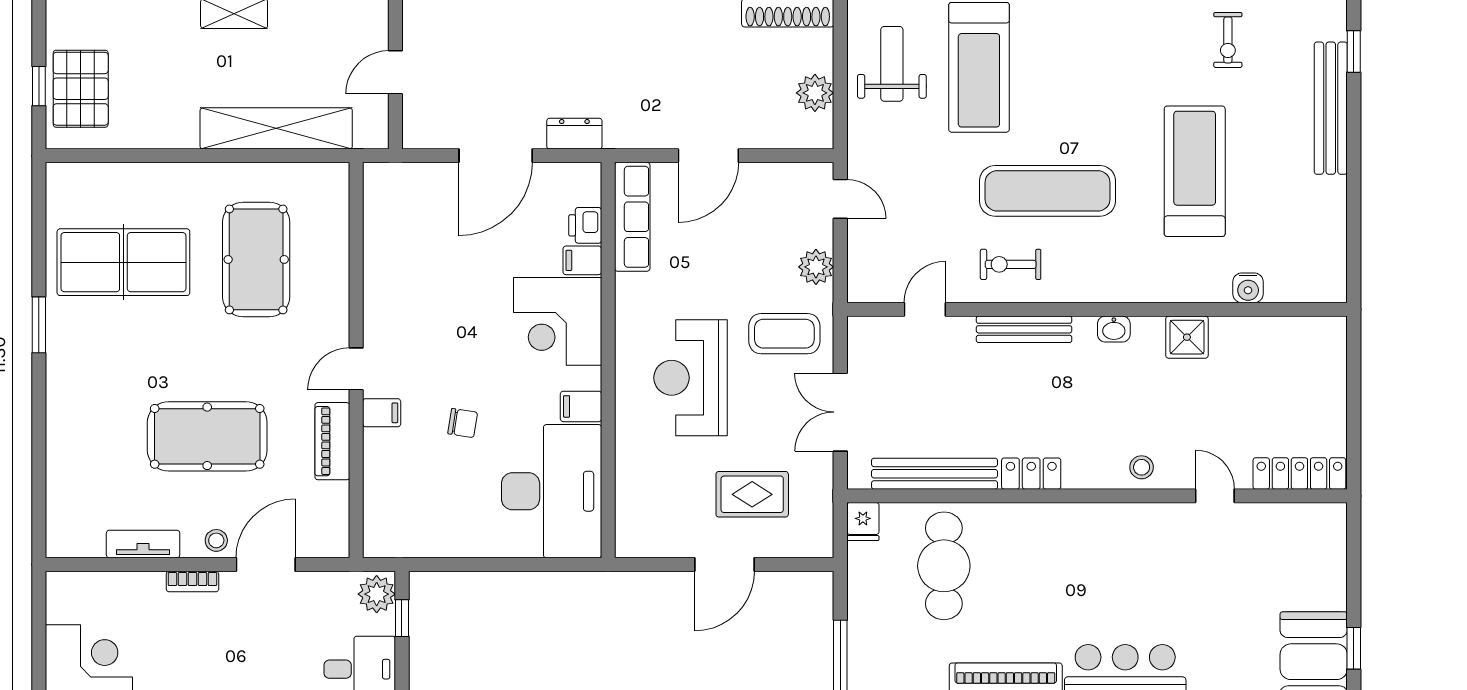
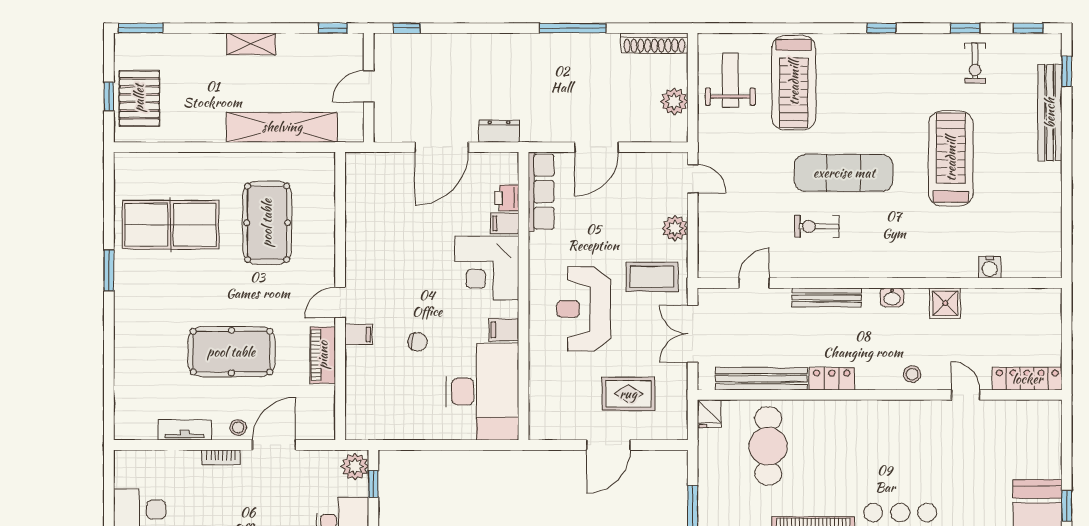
water cooler: (1248, 288) -> (990, 267), moved
door: (925, 309) -> (754, 283), moved
wall: (1097, 309) -> (880, 283), moved
bench: (1024, 329) -> (827, 297), moved
washbasin: (1114, 329) -> (892, 297), moved
shower: (1187, 337) -> (945, 303), moved

